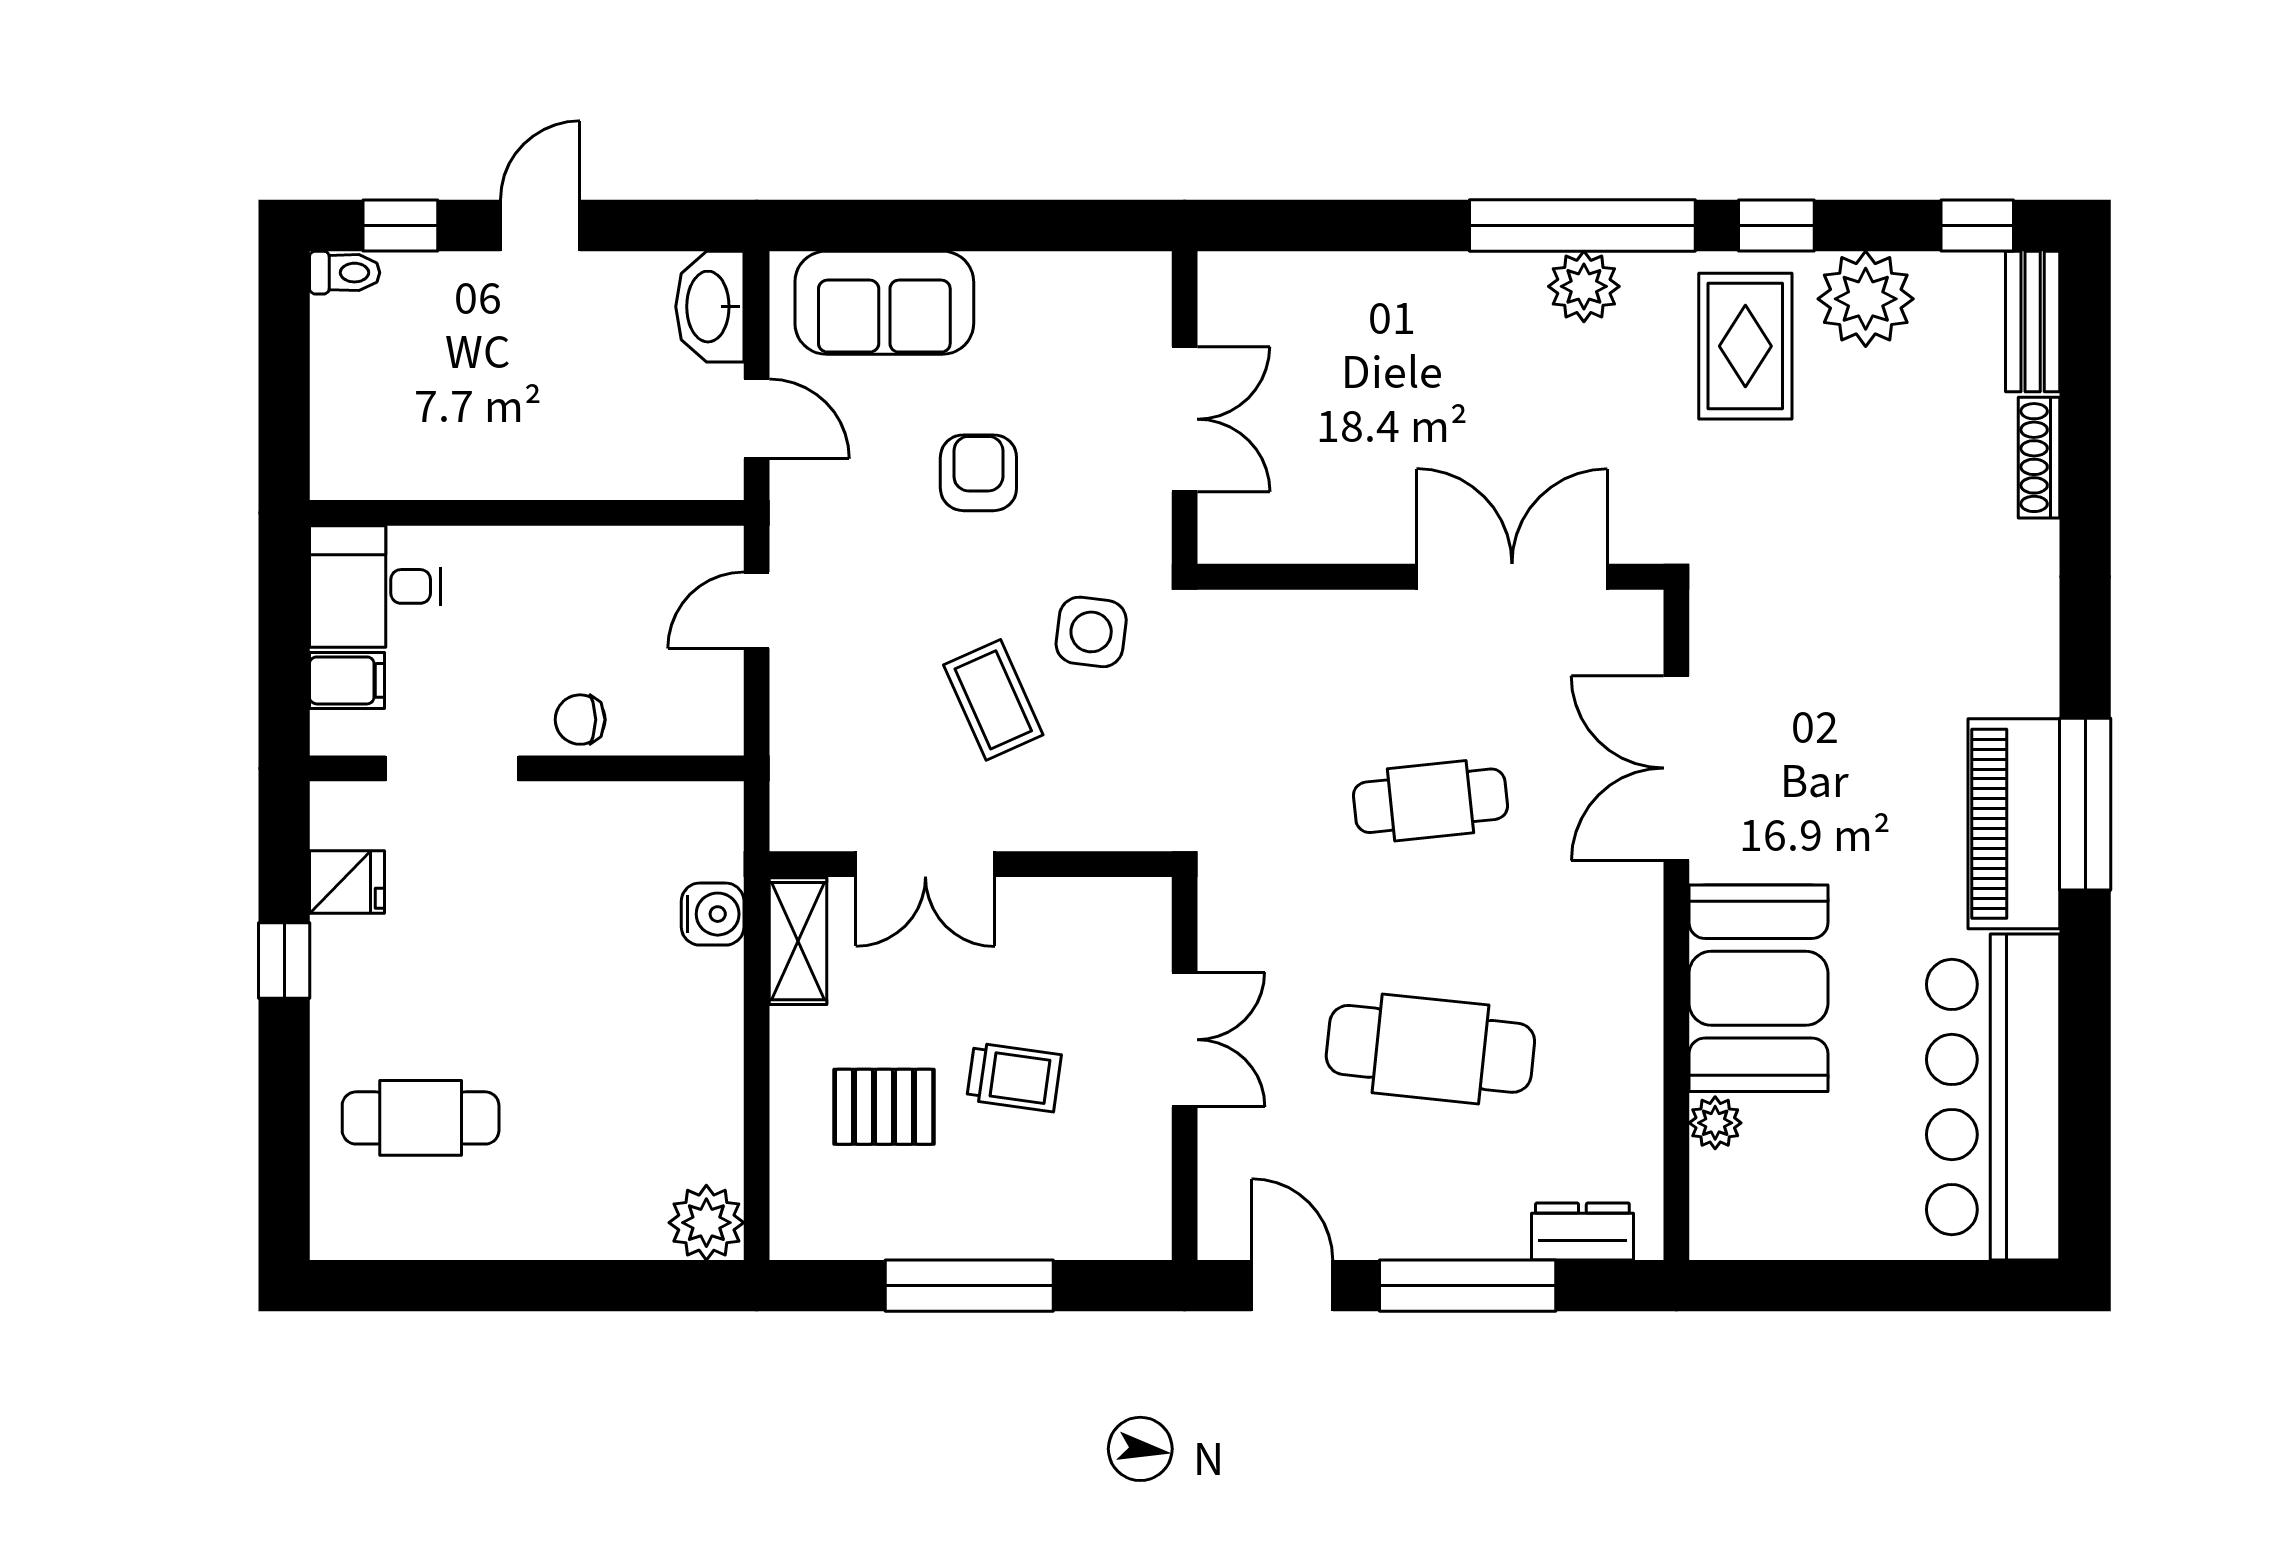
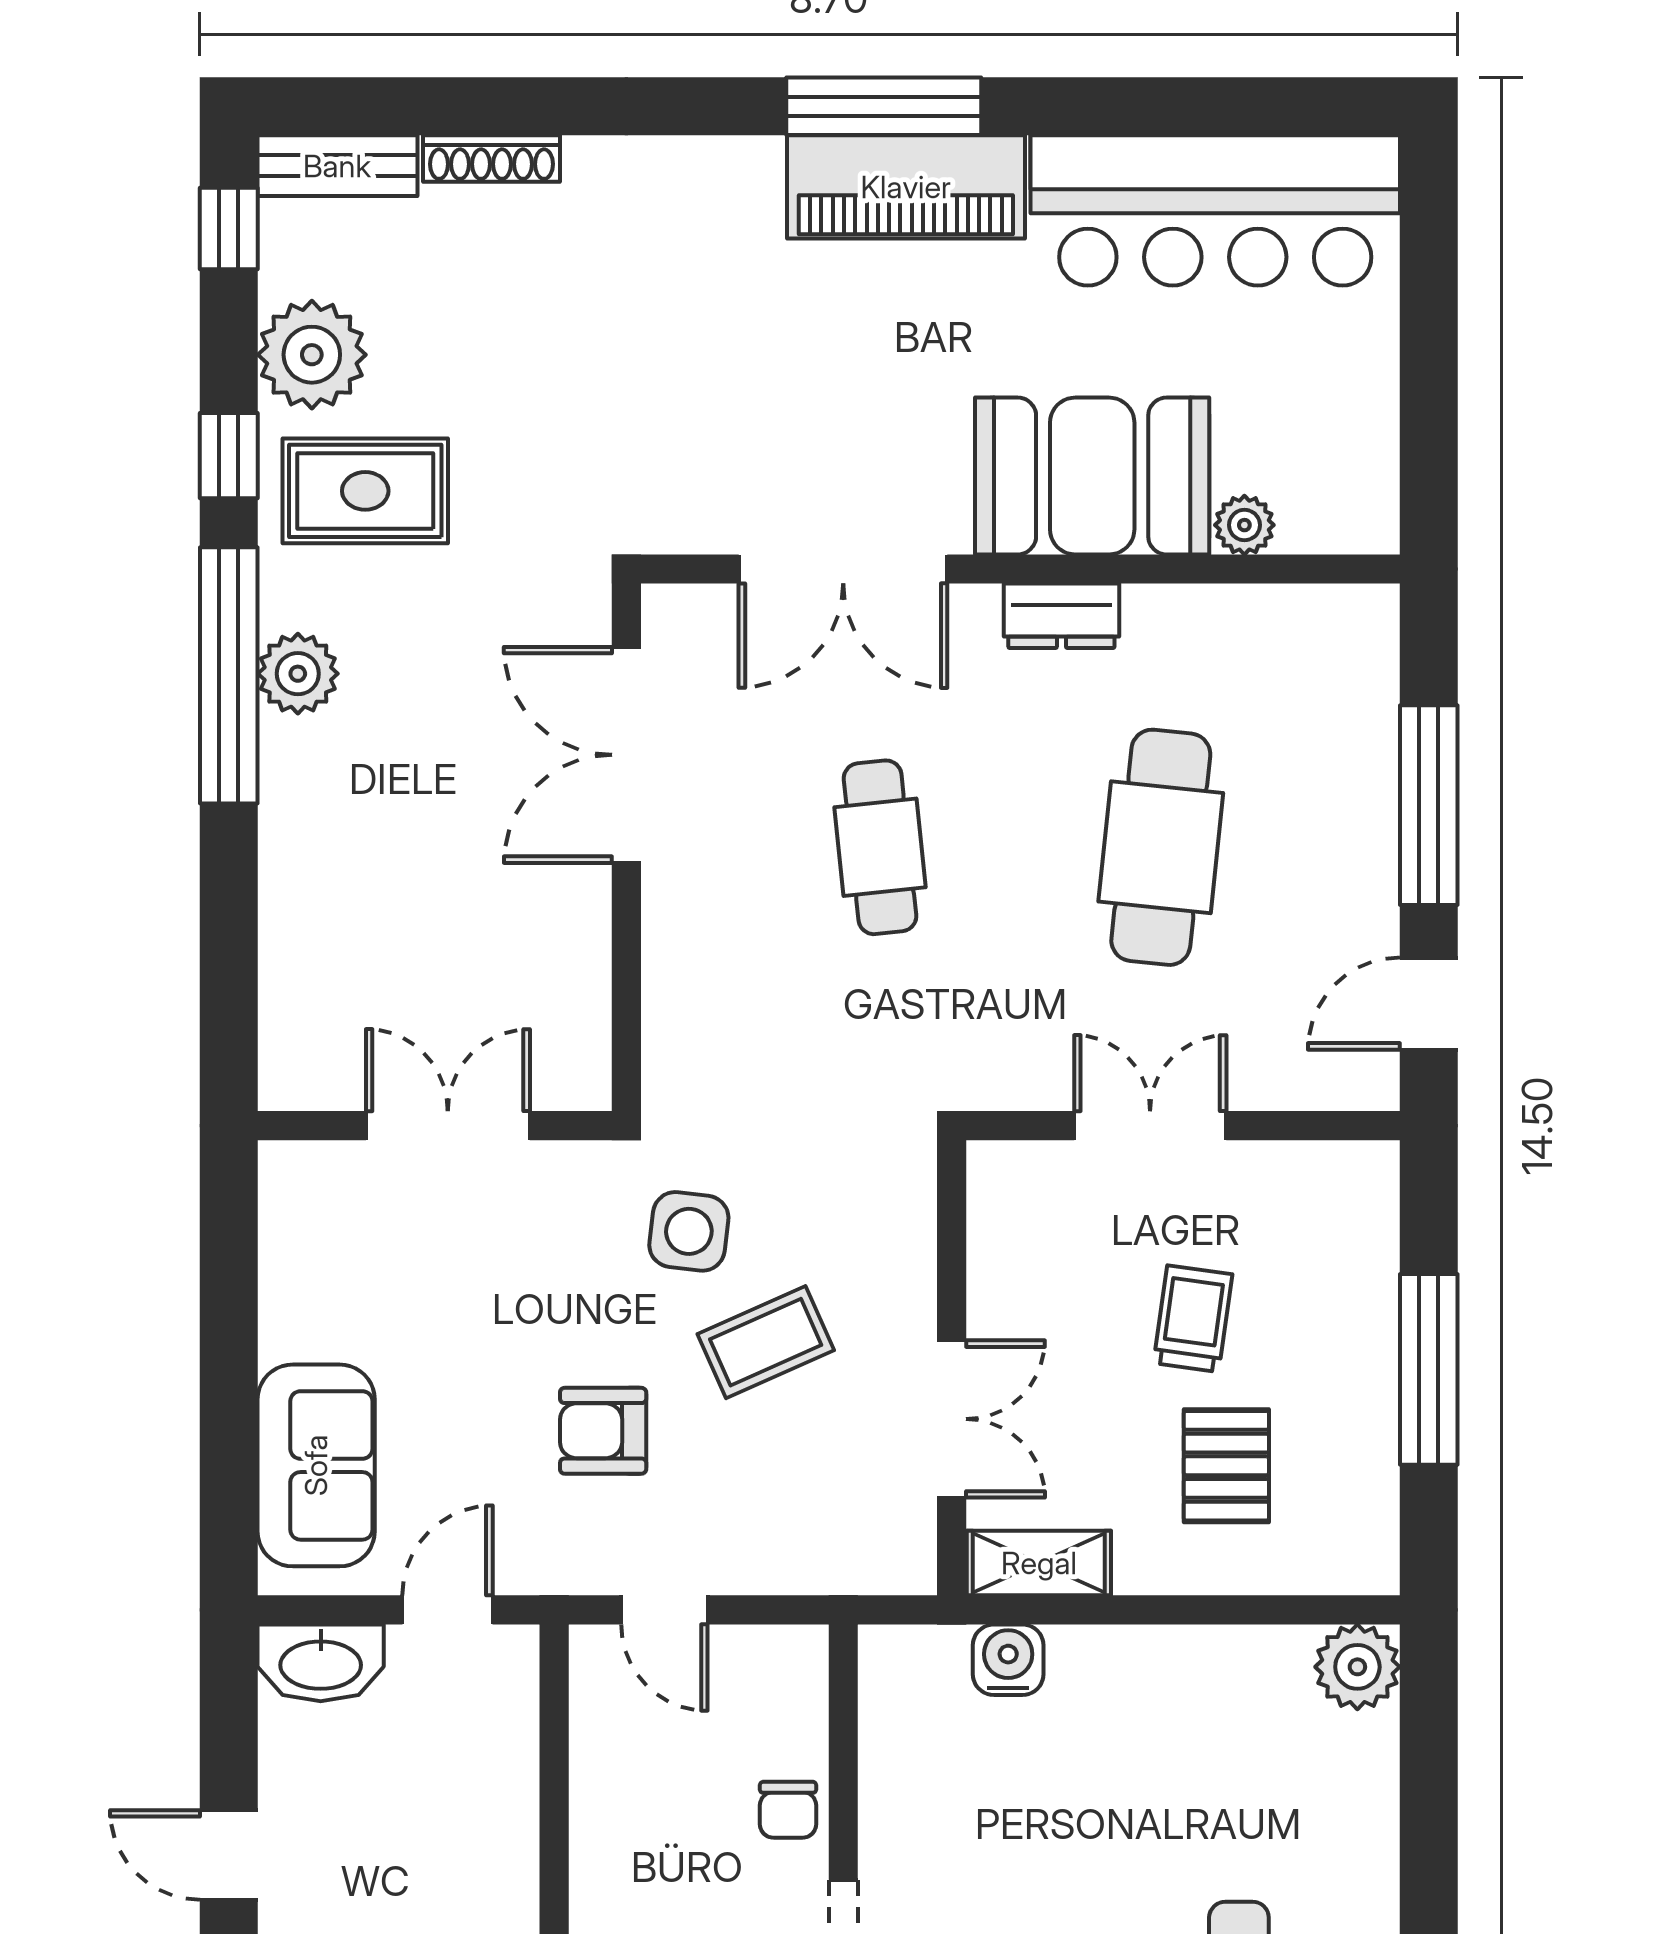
armchair: (978, 473) -> (603, 1431), moved
dresser: (1582, 1231) -> (1061, 616), moved, turned -90

